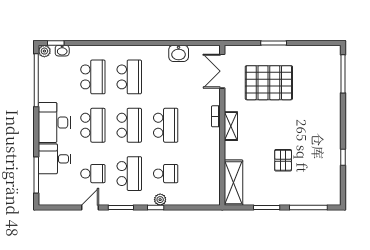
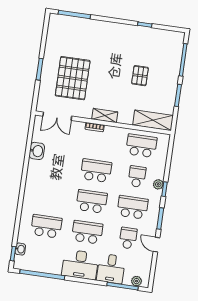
plant: (44, 51) -> (137, 281), moved
school desk: (129, 77) -> (141, 146), moved
pallet: (283, 160) -> (140, 76), turned 90

